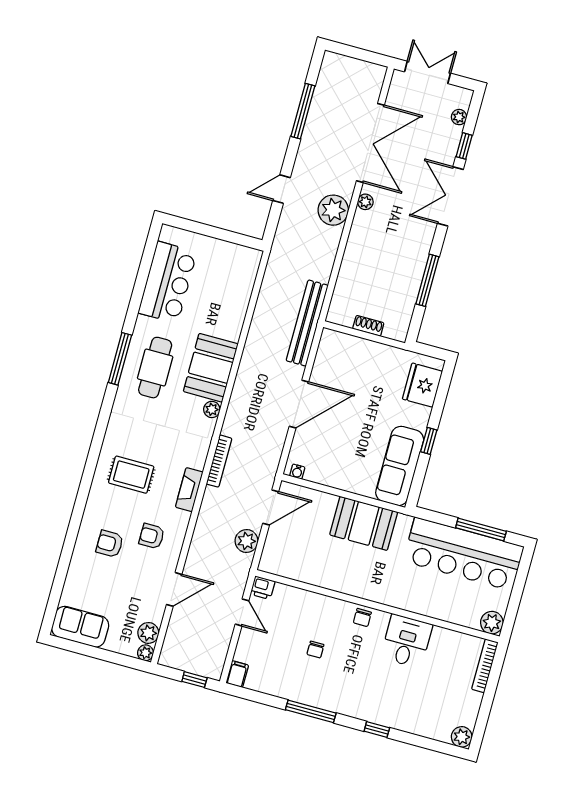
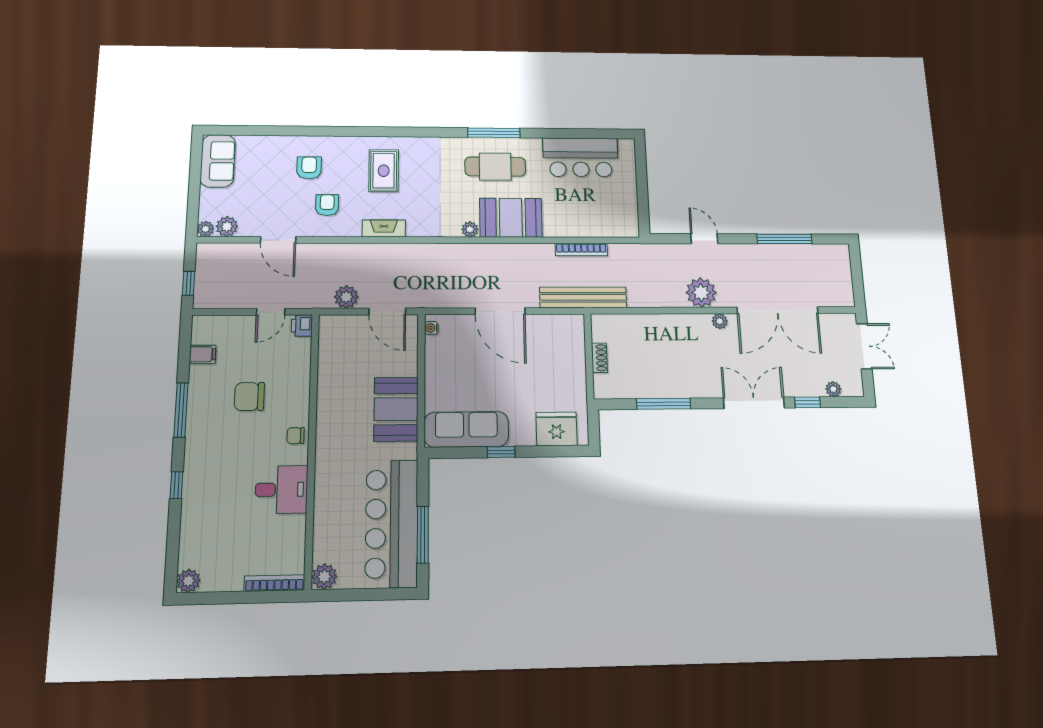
bookcase: (219, 461) -> (581, 250), moved
chair: (315, 650) -> (249, 397), width x1.87, depth x1.87
filing cabinet: (237, 674) -> (203, 354), moved

